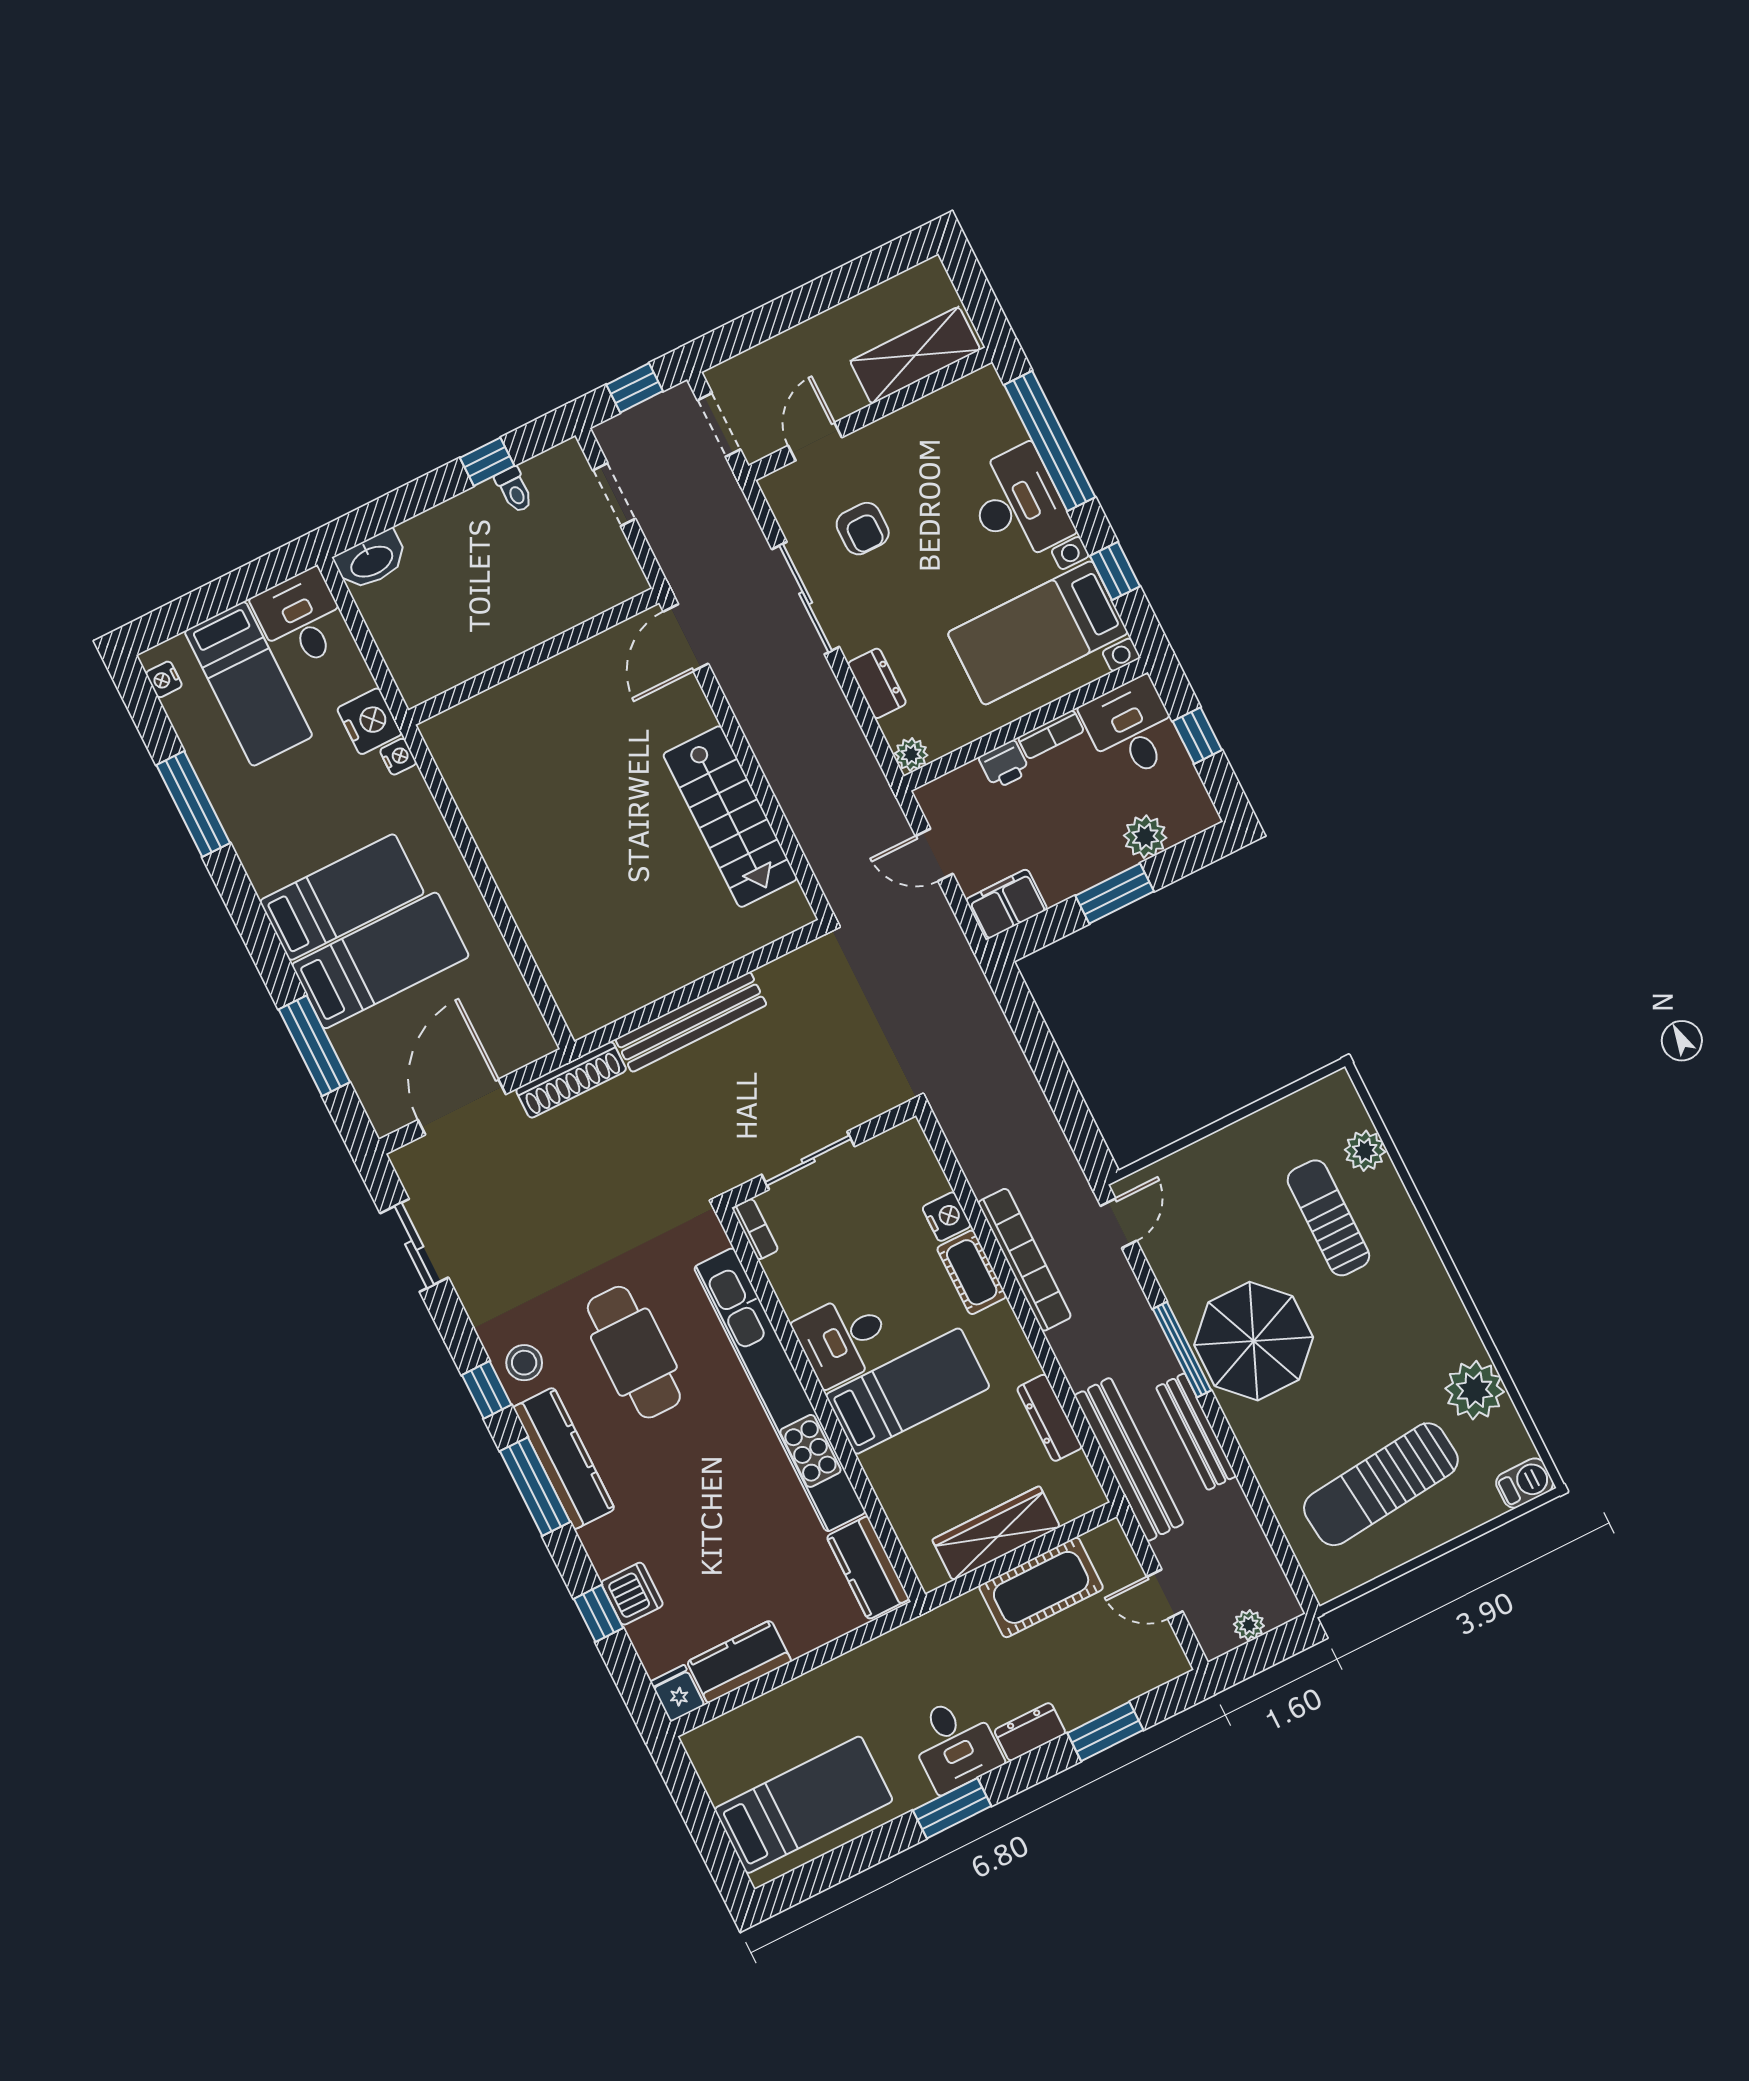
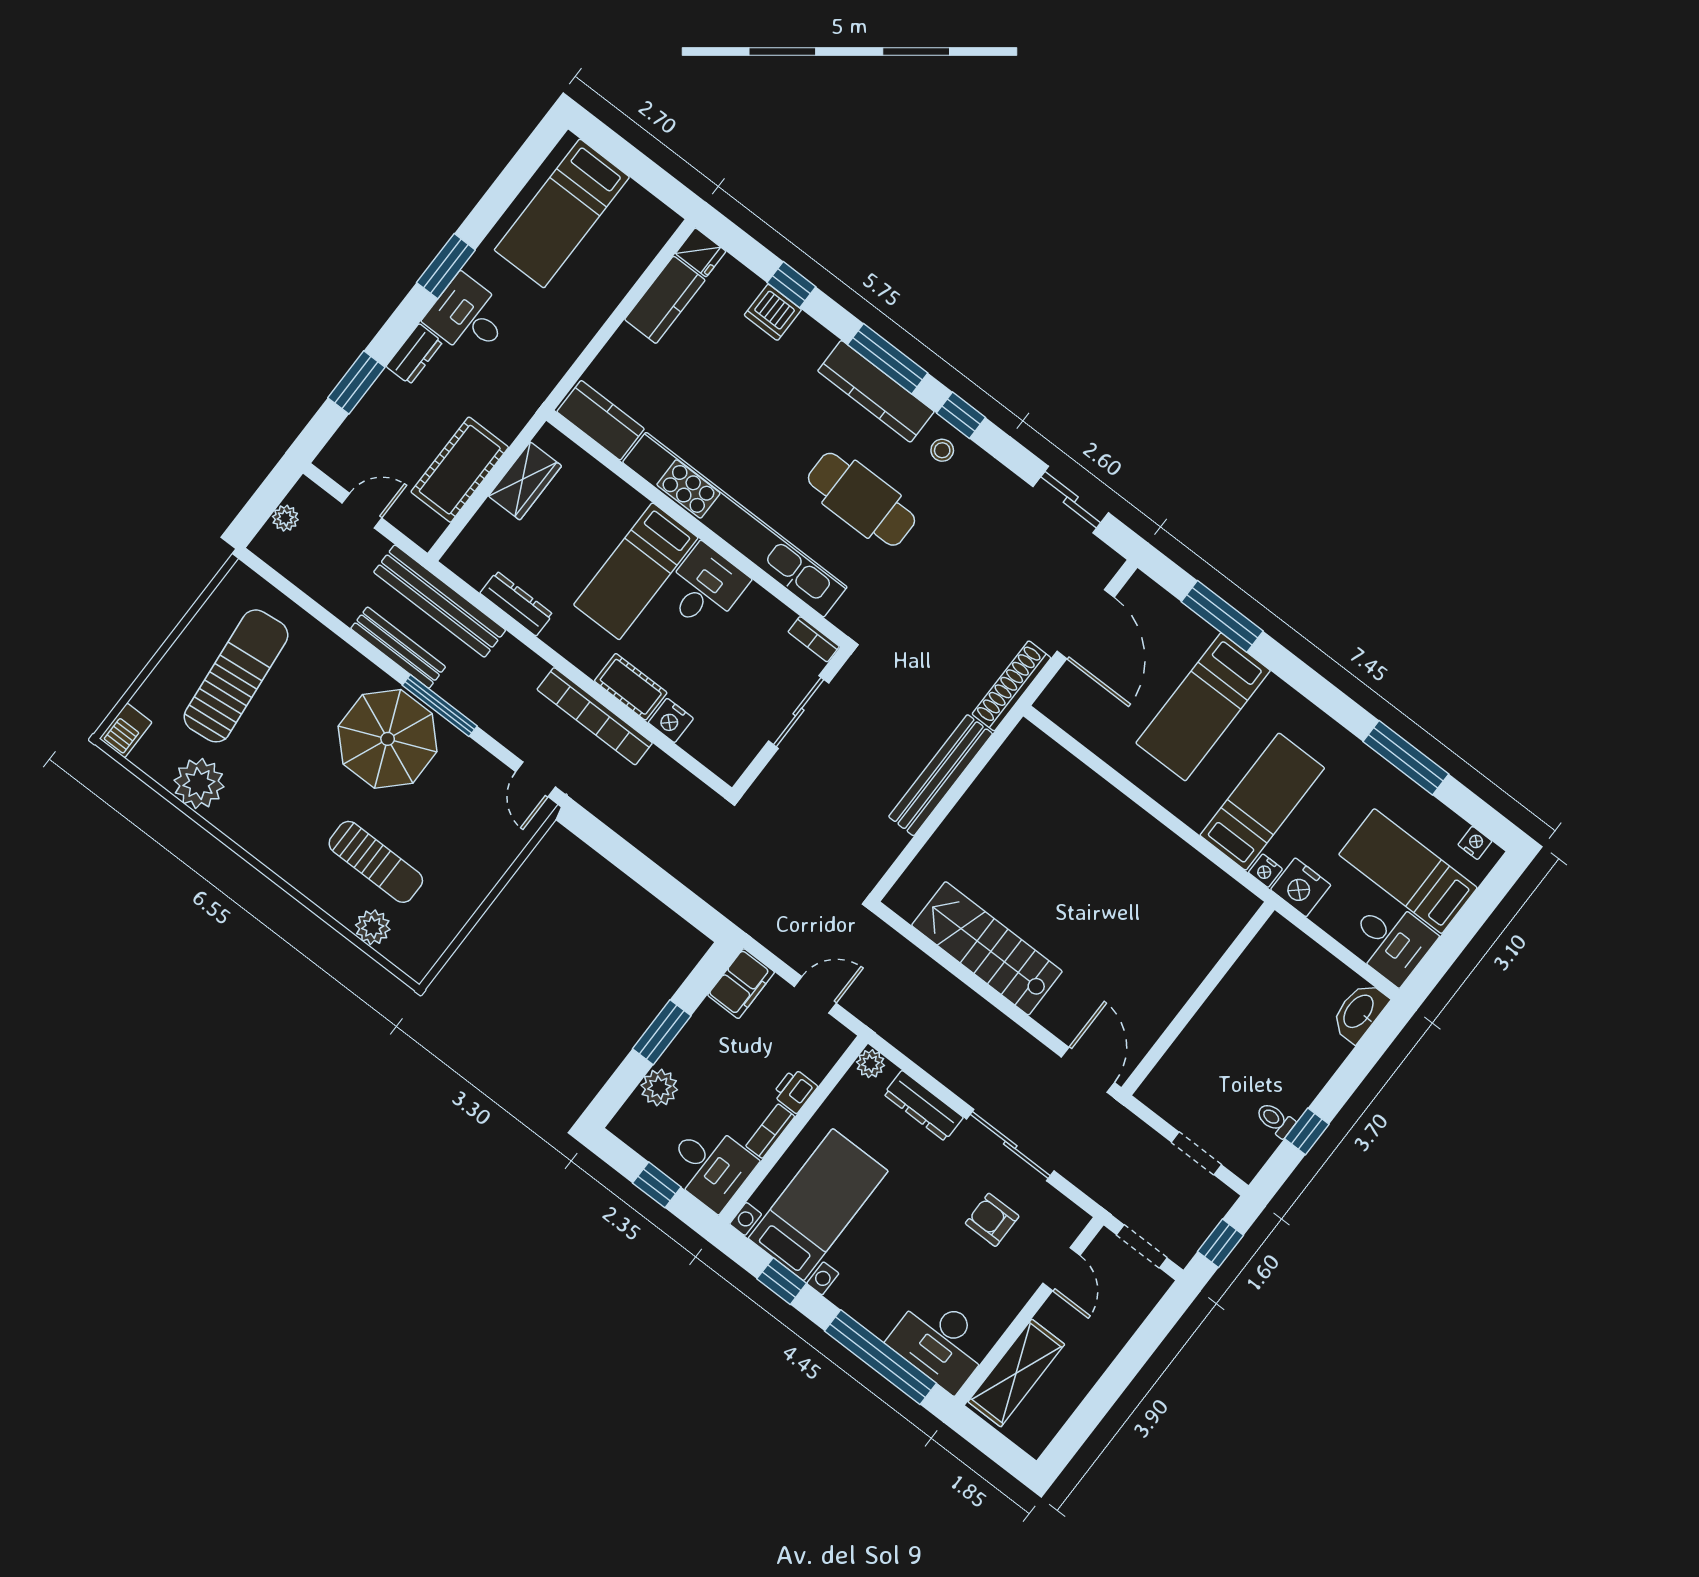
desk: (1018, 504) -> (940, 1342), moved
dresser: (877, 683) -> (923, 1106), width x1.44
bed: (342, 897) -> (1262, 802), moved, turned 180
stool: (524, 1363) -> (942, 450), width x0.73, depth x0.73
wardrobe: (996, 1533) -> (525, 481), width x0.67

